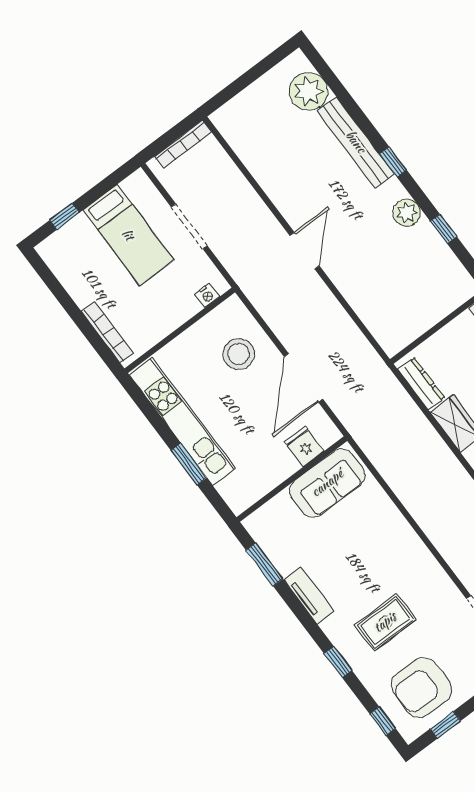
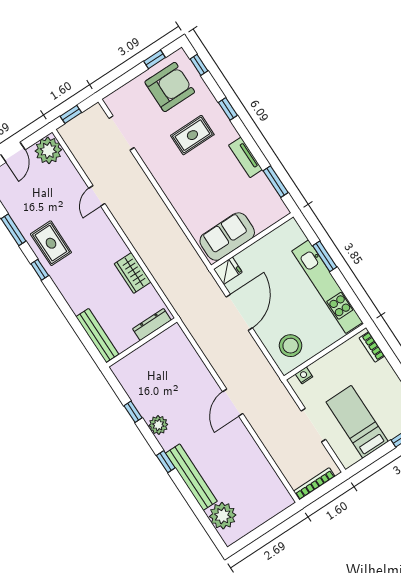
bookcase: (107, 332) -> (372, 347), width x0.64
stool: (239, 354) -> (291, 346), moved
dresser: (421, 384) -> (152, 325), moved, turned 90
fridge: (304, 446) -> (228, 271), moved, turned -90

